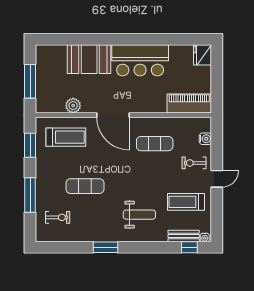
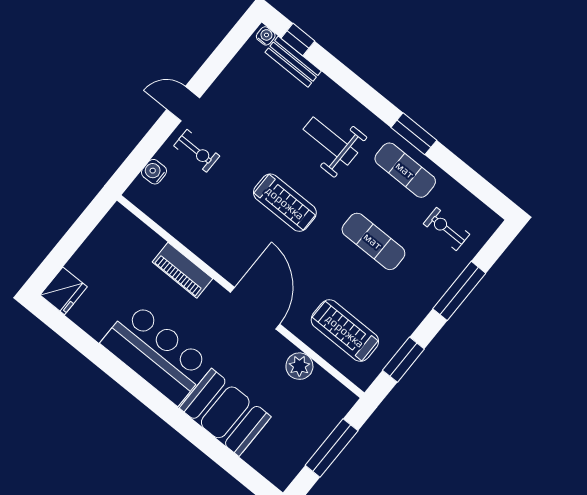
piano: (189, 103) -> (182, 270), moved, width x0.73, depth x0.75
exercise mat: (155, 144) -> (405, 170), moved
treadmill: (186, 202) -> (285, 203), moved

